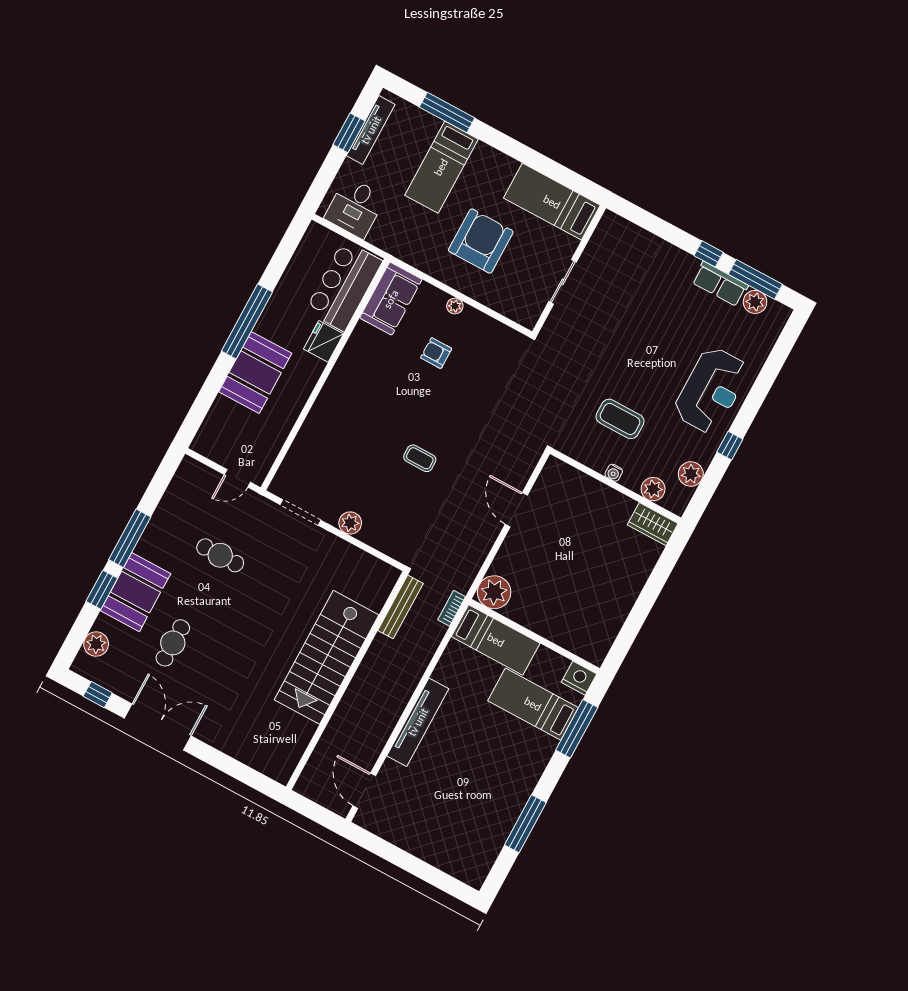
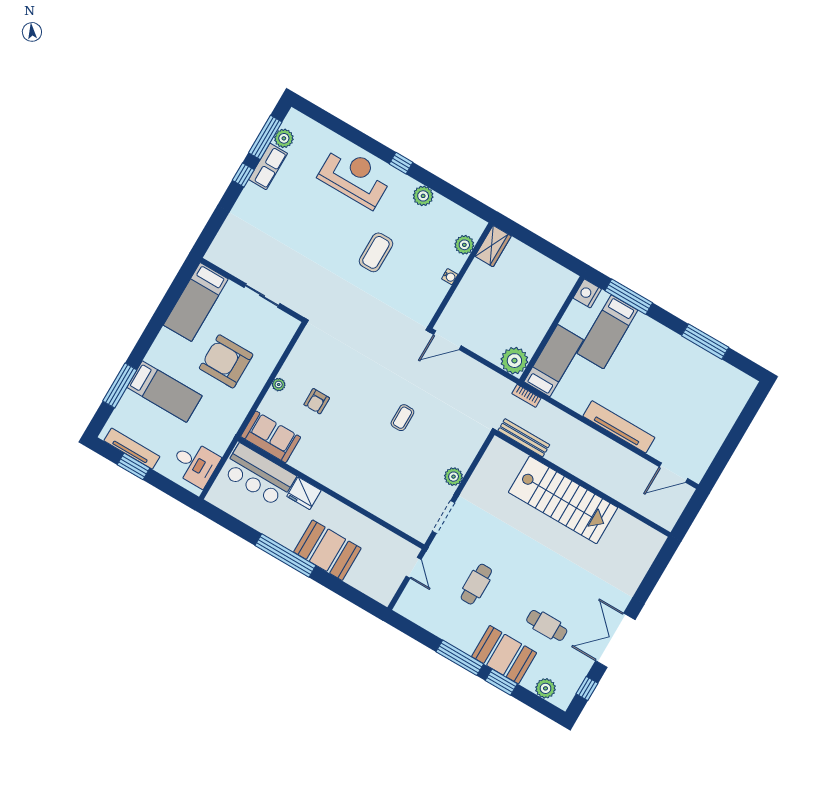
water cooler: (614, 473) -> (450, 277), moved
wall: (616, 486) -> (461, 275), moved
plant: (653, 489) -> (464, 245), moved
wardrobe: (653, 524) -> (493, 246), moved

